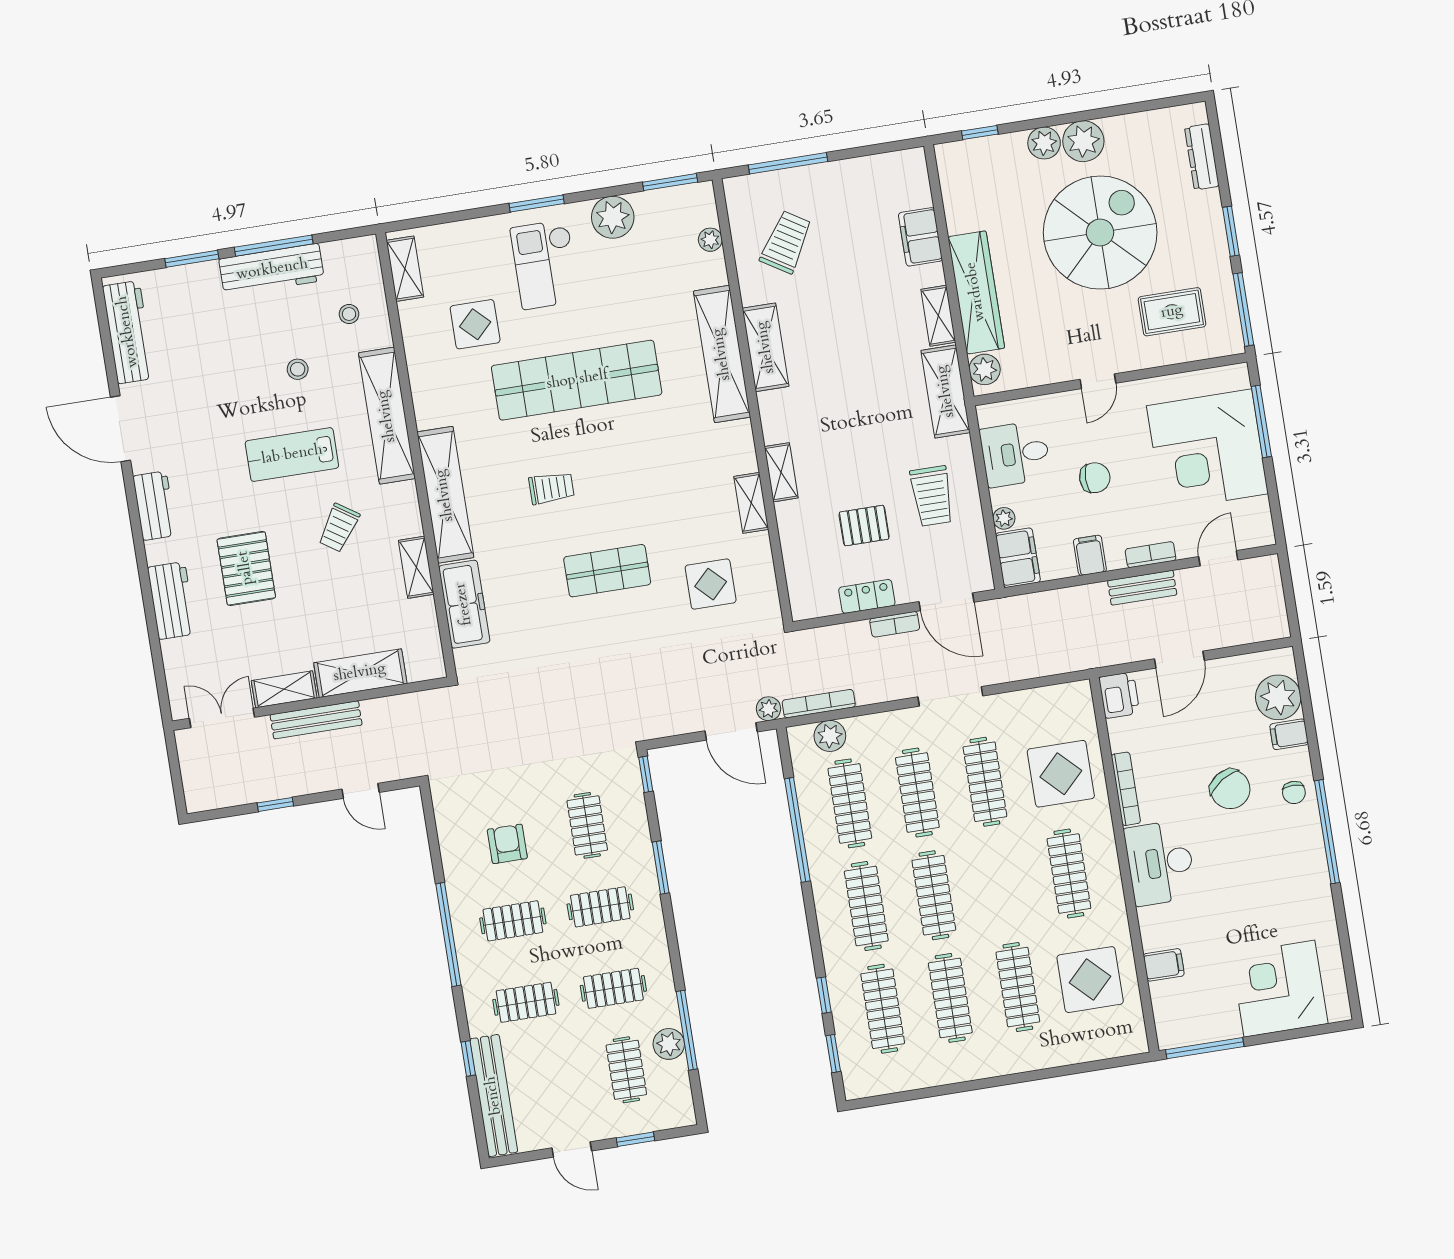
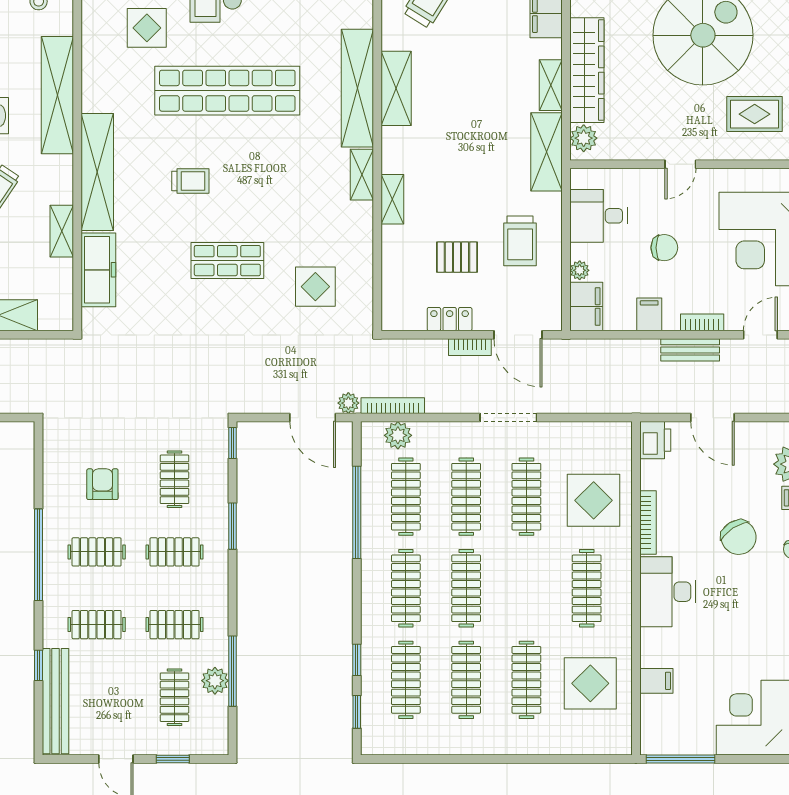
shelving: (751, 503) -> (362, 175), moved
door: (1179, 660) -> (712, 418), hinge flipped

